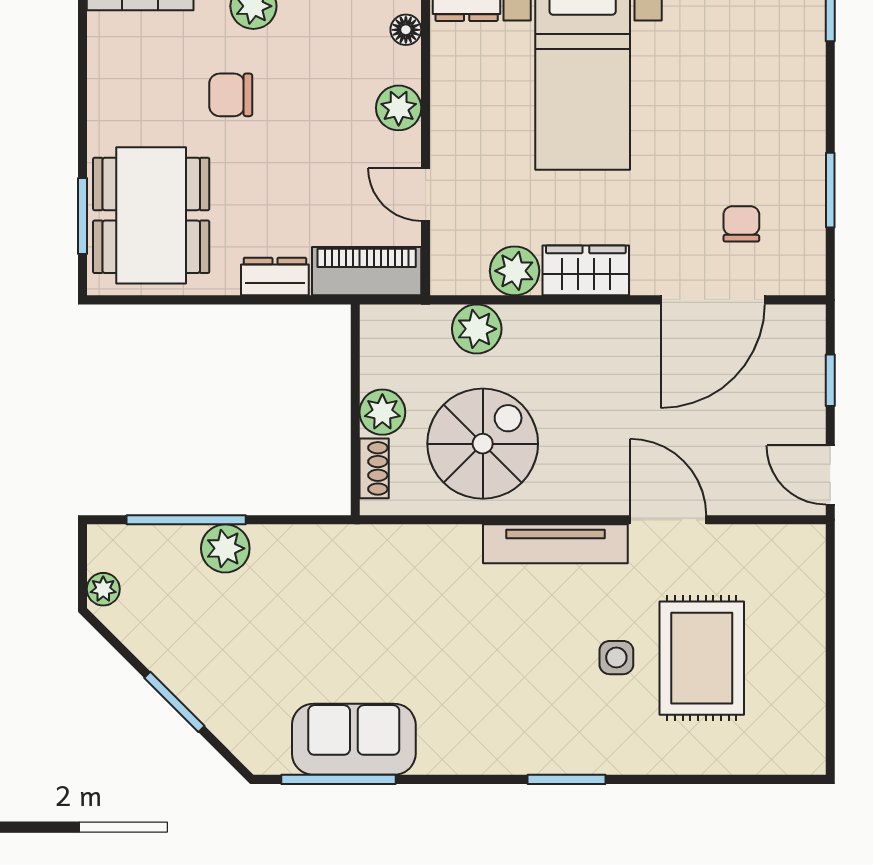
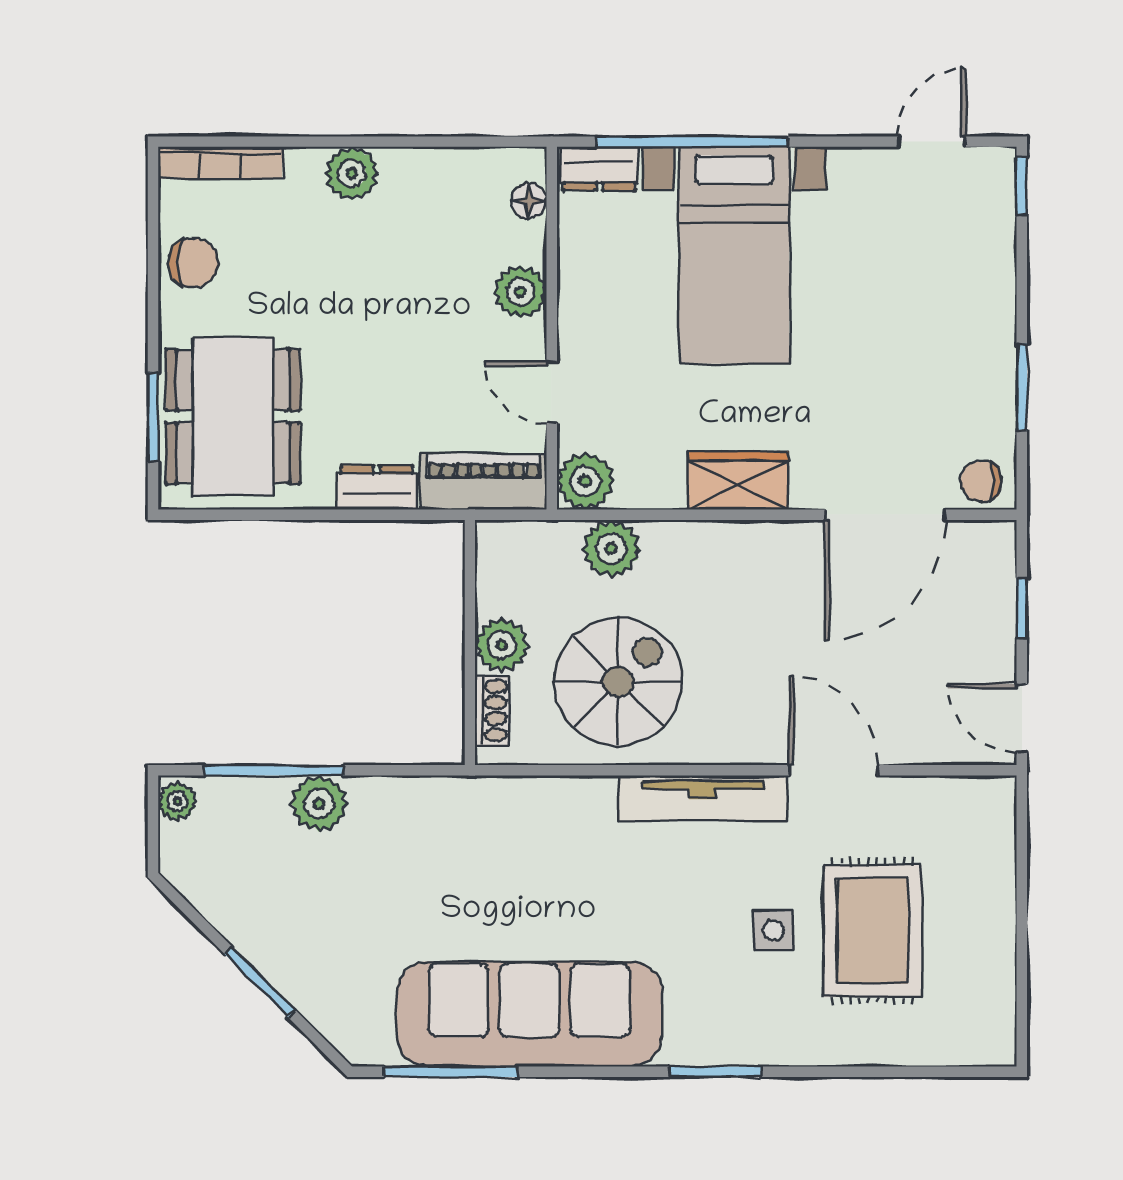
chair: (231, 95) -> (193, 263), moved, turned 180
chair: (741, 224) -> (981, 481), moved, turned -90
plant: (515, 271) -> (585, 481), moved
plant: (103, 589) -> (177, 801), moved
sofa: (354, 739) -> (529, 1014), width x1.85, depth x1.27

